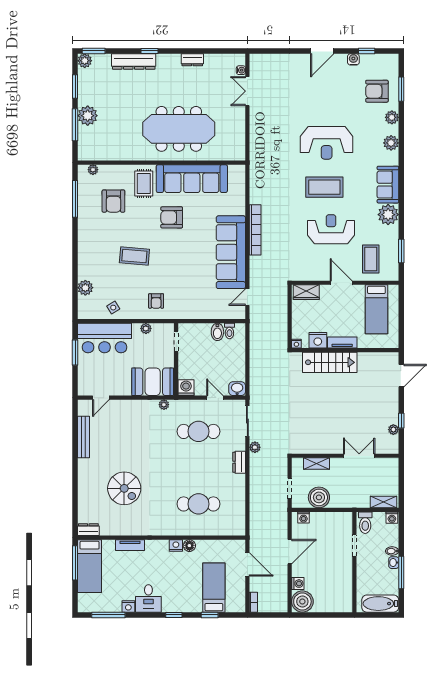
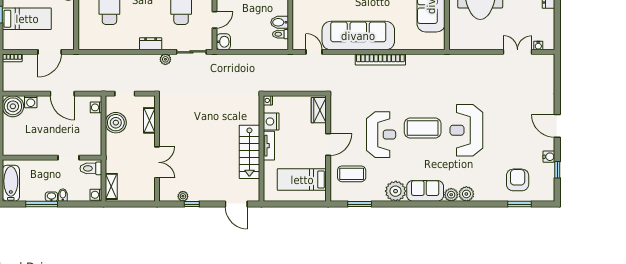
plant: (392, 117) -> (451, 195), moved
coffee table: (324, 187) -> (423, 128), turned 90
stairs: (330, 362) -> (249, 152), moved

